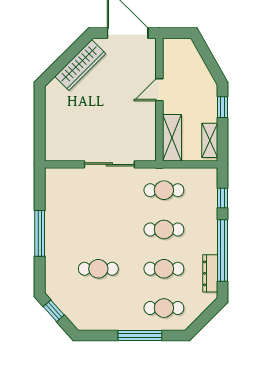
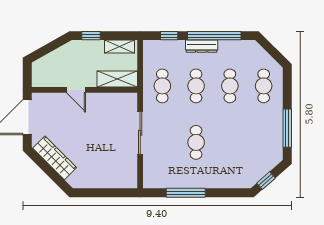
window: (40, 233) -> (186, 193), moved
cafe table: (98, 269) -> (196, 142), moved
dresser: (210, 273) -> (202, 46), moved
window: (140, 336) -> (287, 128), moved

